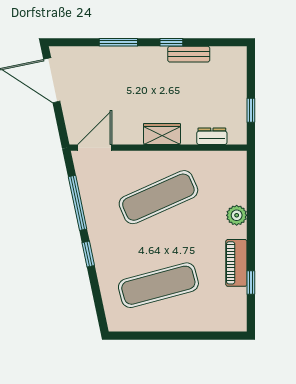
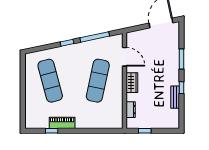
door: (95, 148) -> (125, 57), moved
exercise mat: (158, 197) -> (98, 81), turned 36
plant: (237, 215) -> (88, 123), removed

